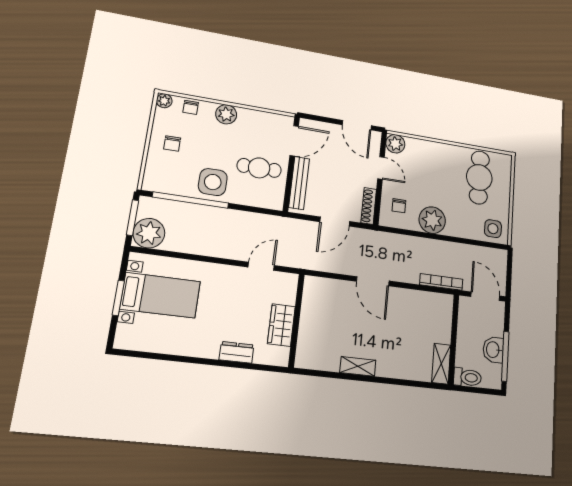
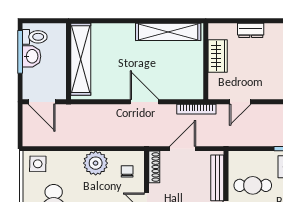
bookcase: (441, 282) -> (196, 109), moved
shelving: (441, 364) -> (81, 59), width x2.20, depth x1.33
shelving: (358, 366) -> (168, 32), width x2.20, depth x1.33
toilet: (467, 377) -> (35, 37), moved, turned 180

